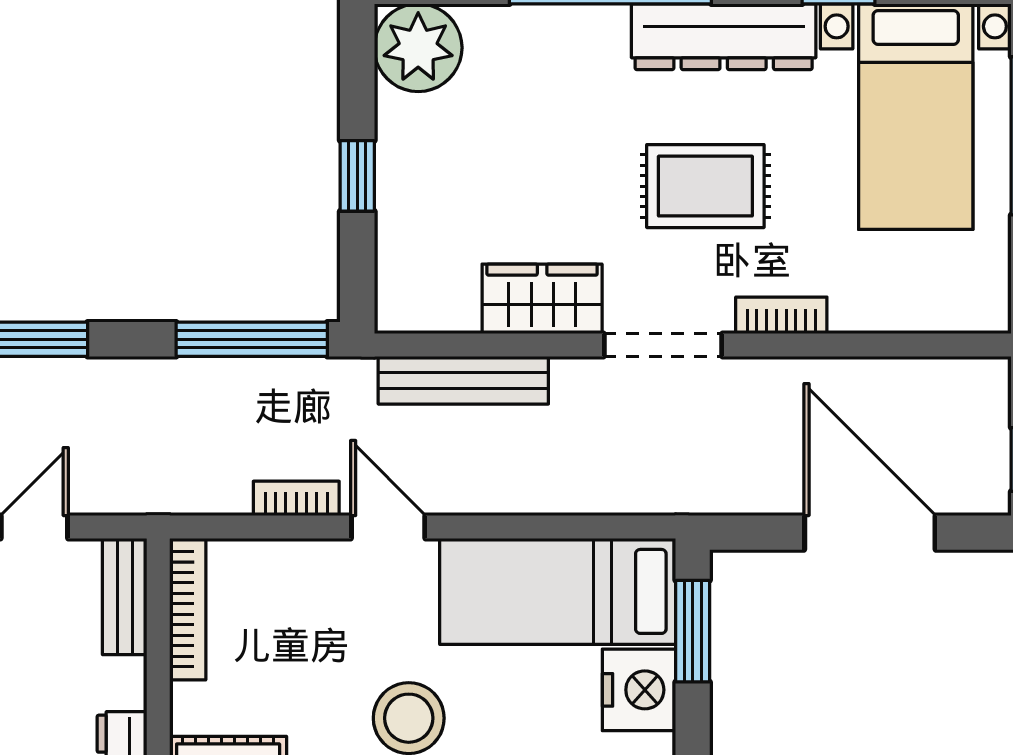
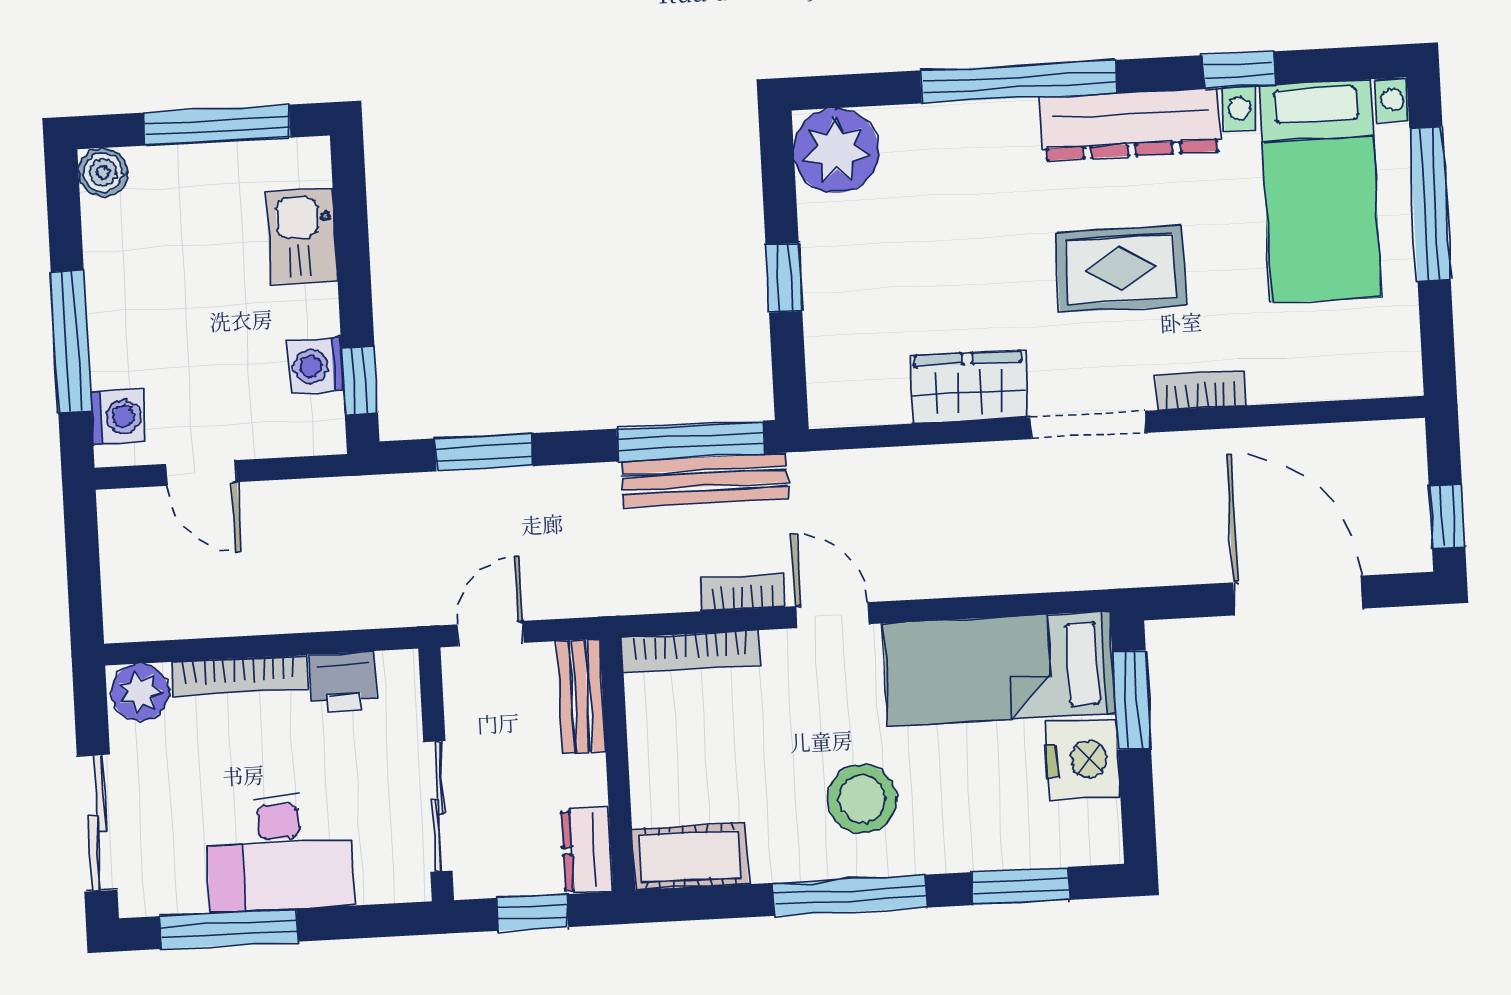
bench: (463, 380) -> (705, 480), moved
bookcase: (188, 609) -> (691, 651), moved, turned 90

